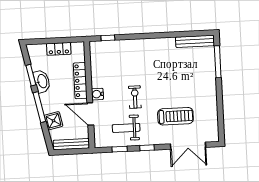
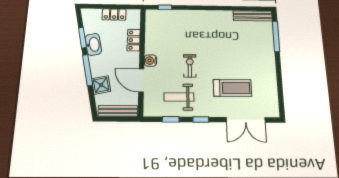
locker: (80, 81) -> (134, 40), width x0.66

